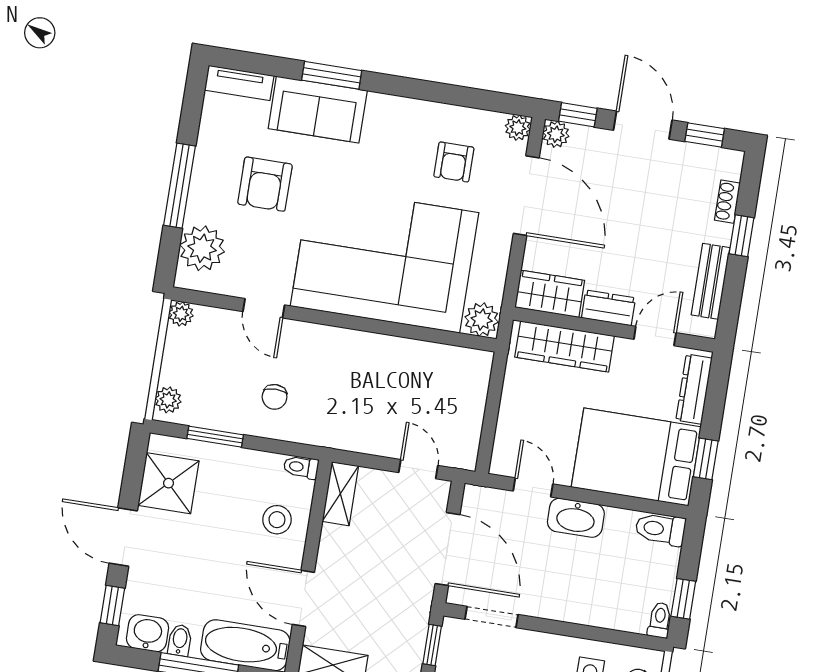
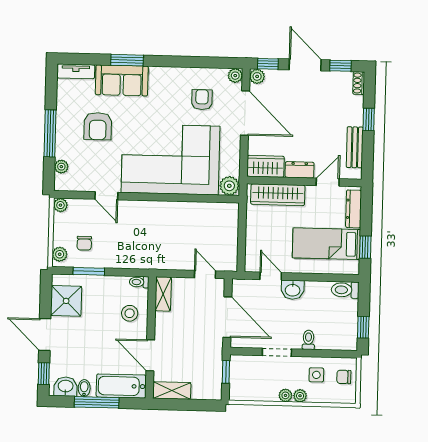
armchair: (454, 162) -> (202, 100), turned 180
shoe rack: (727, 202) -> (359, 83), moved
plant: (202, 248) -> (61, 167), width x0.53, depth x0.53
chair: (275, 397) -> (84, 243), moved
bed: (636, 457) -> (326, 244), width x0.67
washbasin: (576, 518) -> (293, 290), width x0.72
doorway: (492, 617) -> (277, 352), moved
toilet: (660, 620) -> (308, 340), moved

